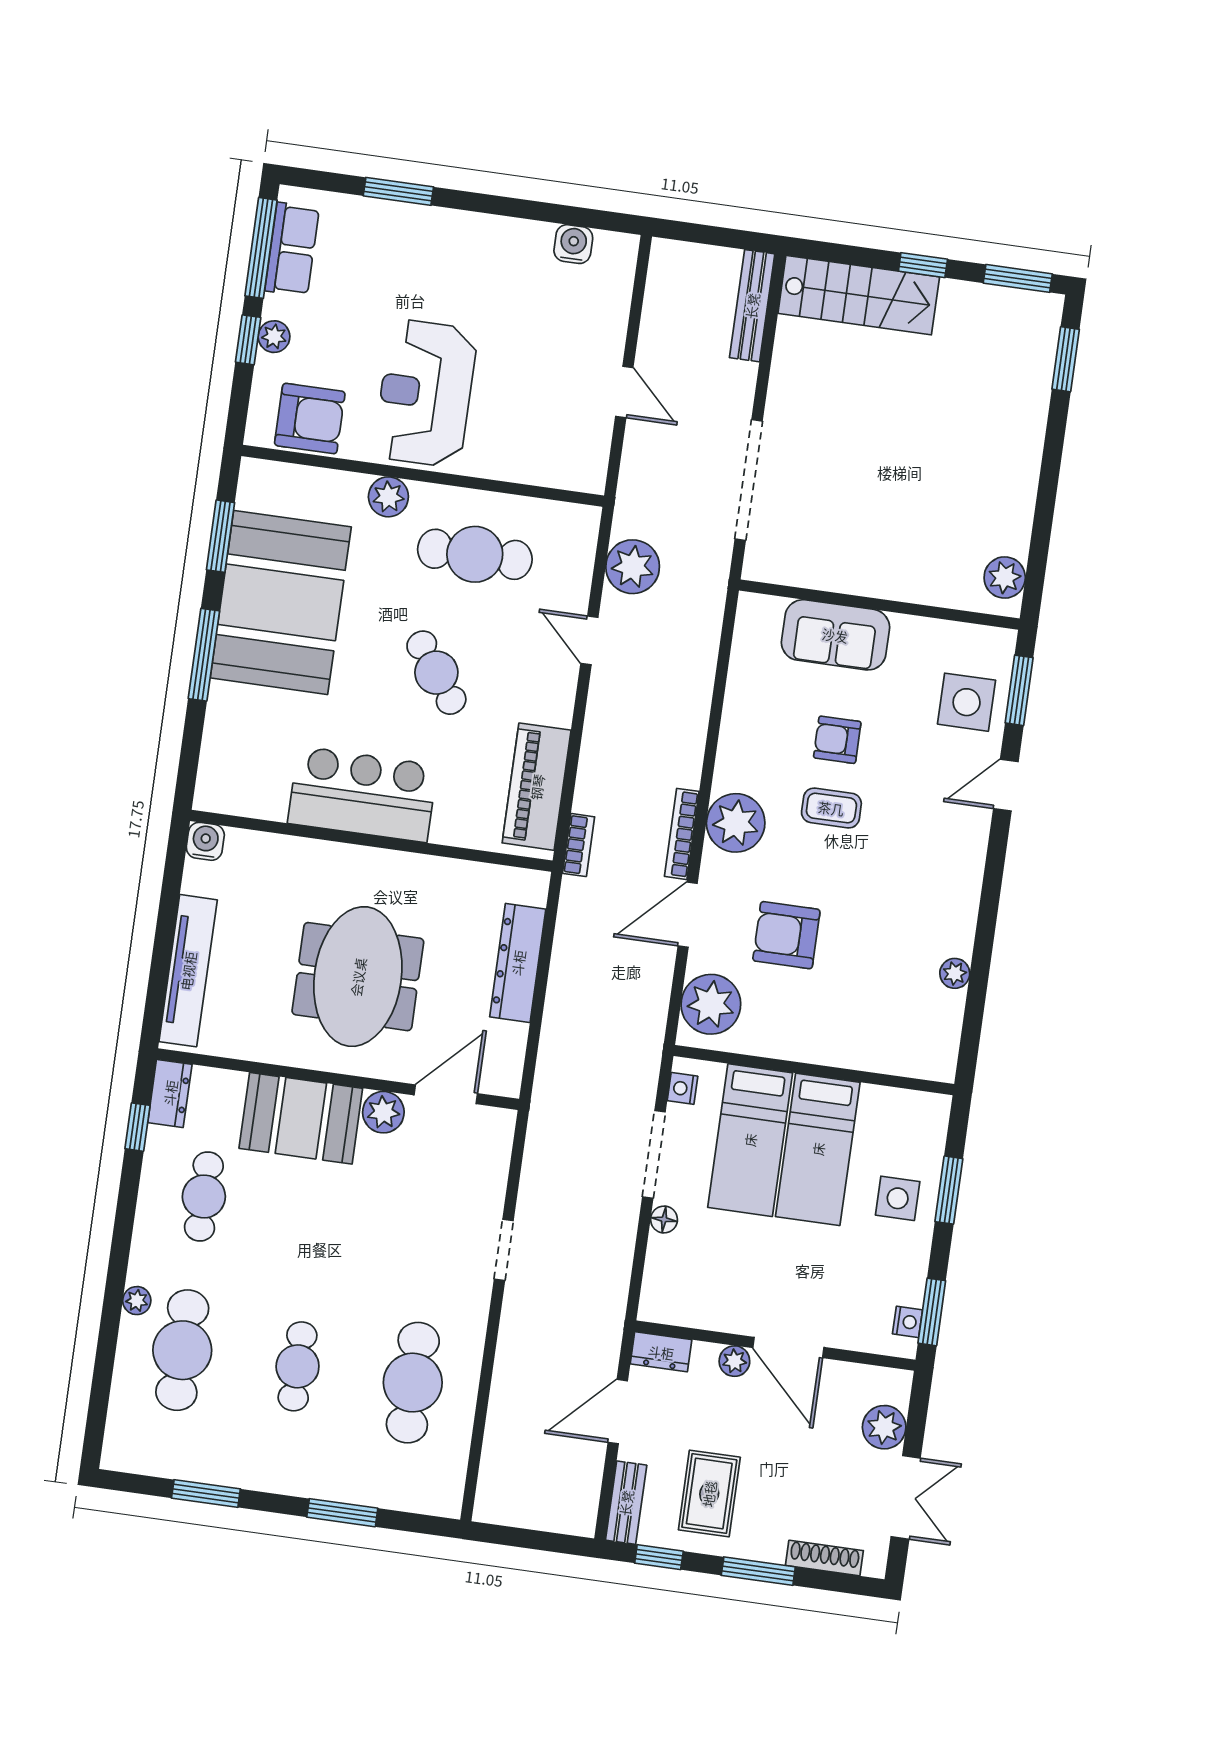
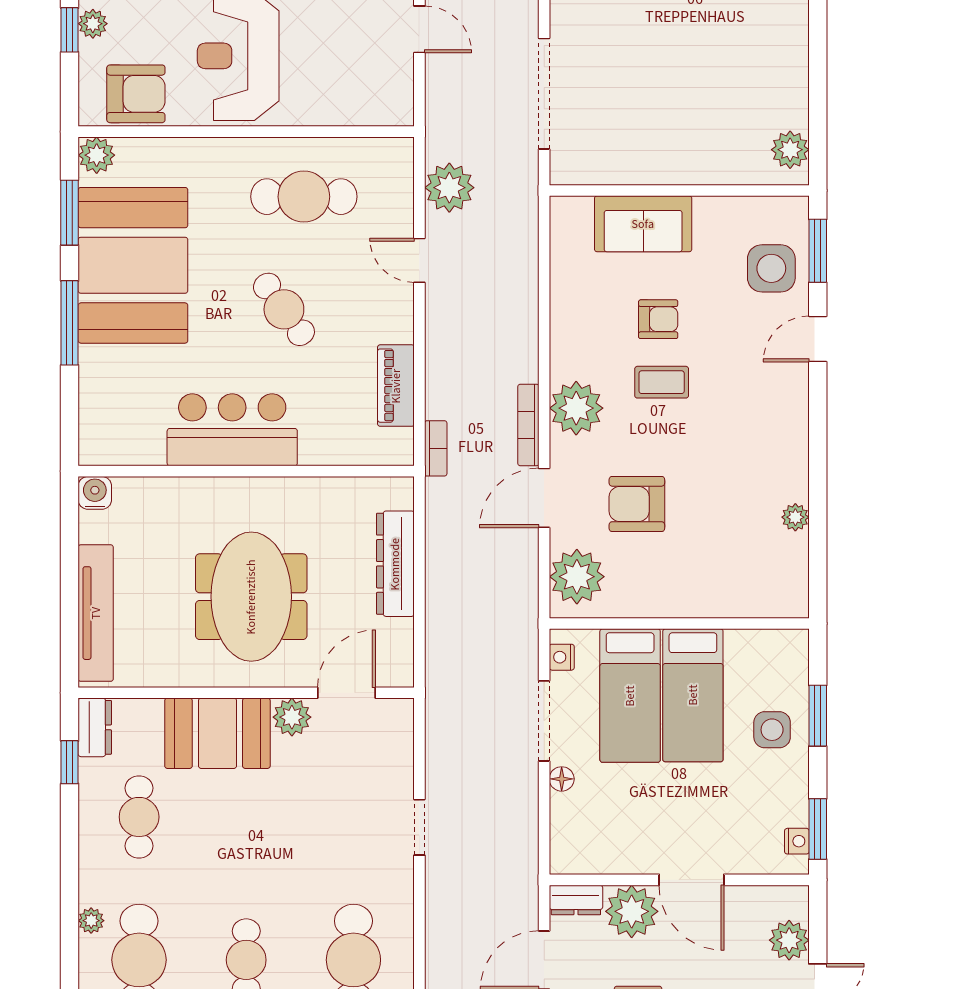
plant: (388, 497) -> (97, 155), moved
armchair: (837, 740) -> (658, 319), turned 180
piano: (537, 787) -> (396, 386), width x0.73, depth x0.75
plant: (734, 1361) -> (632, 911), width x1.87, depth x1.87

